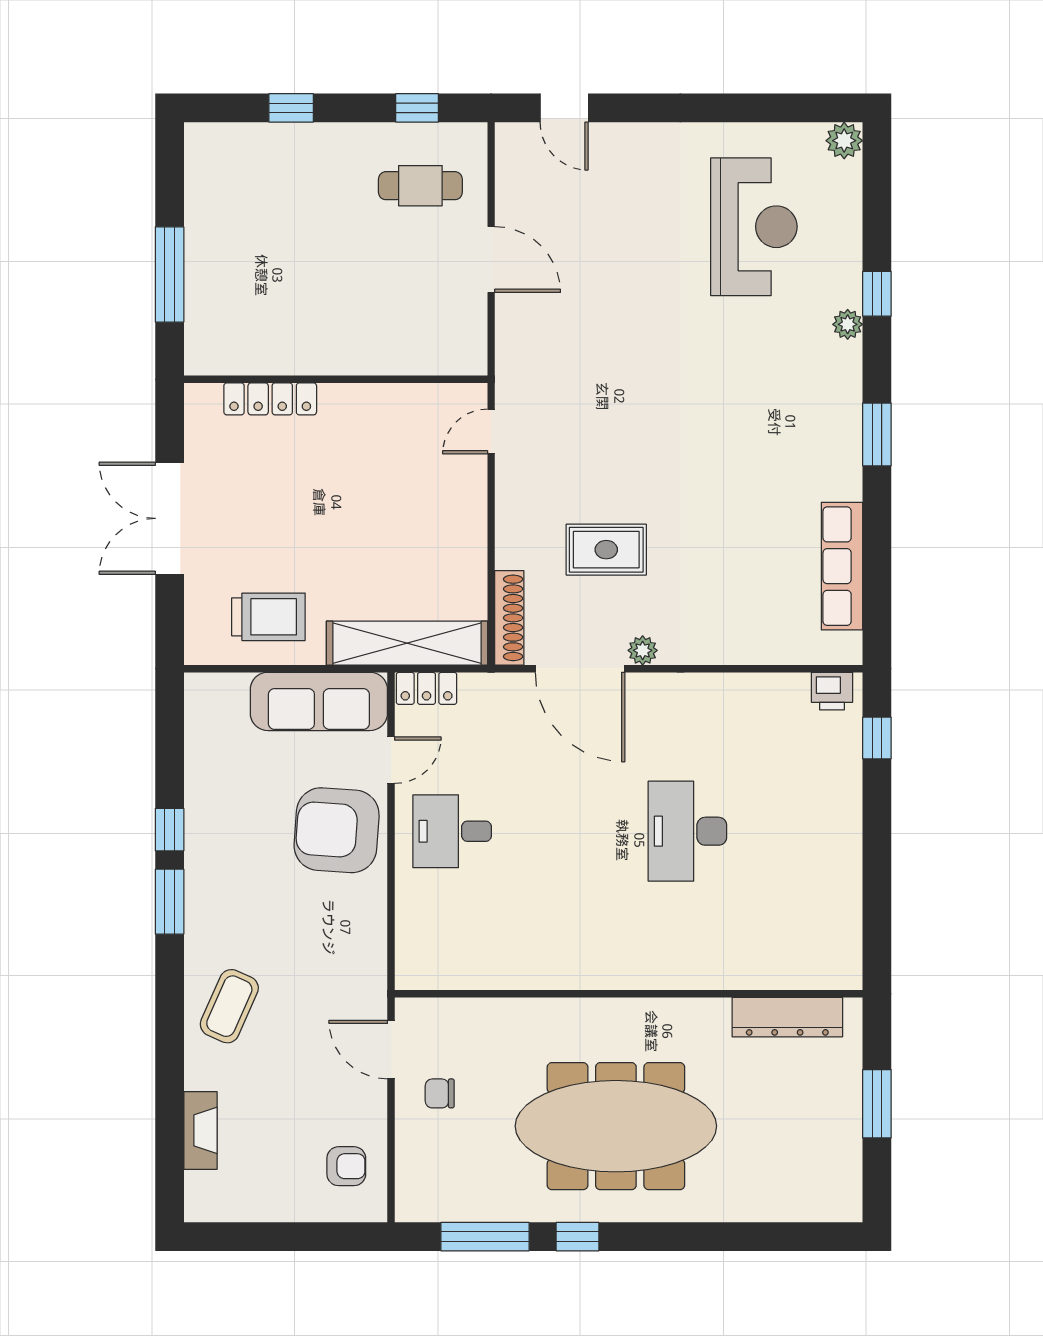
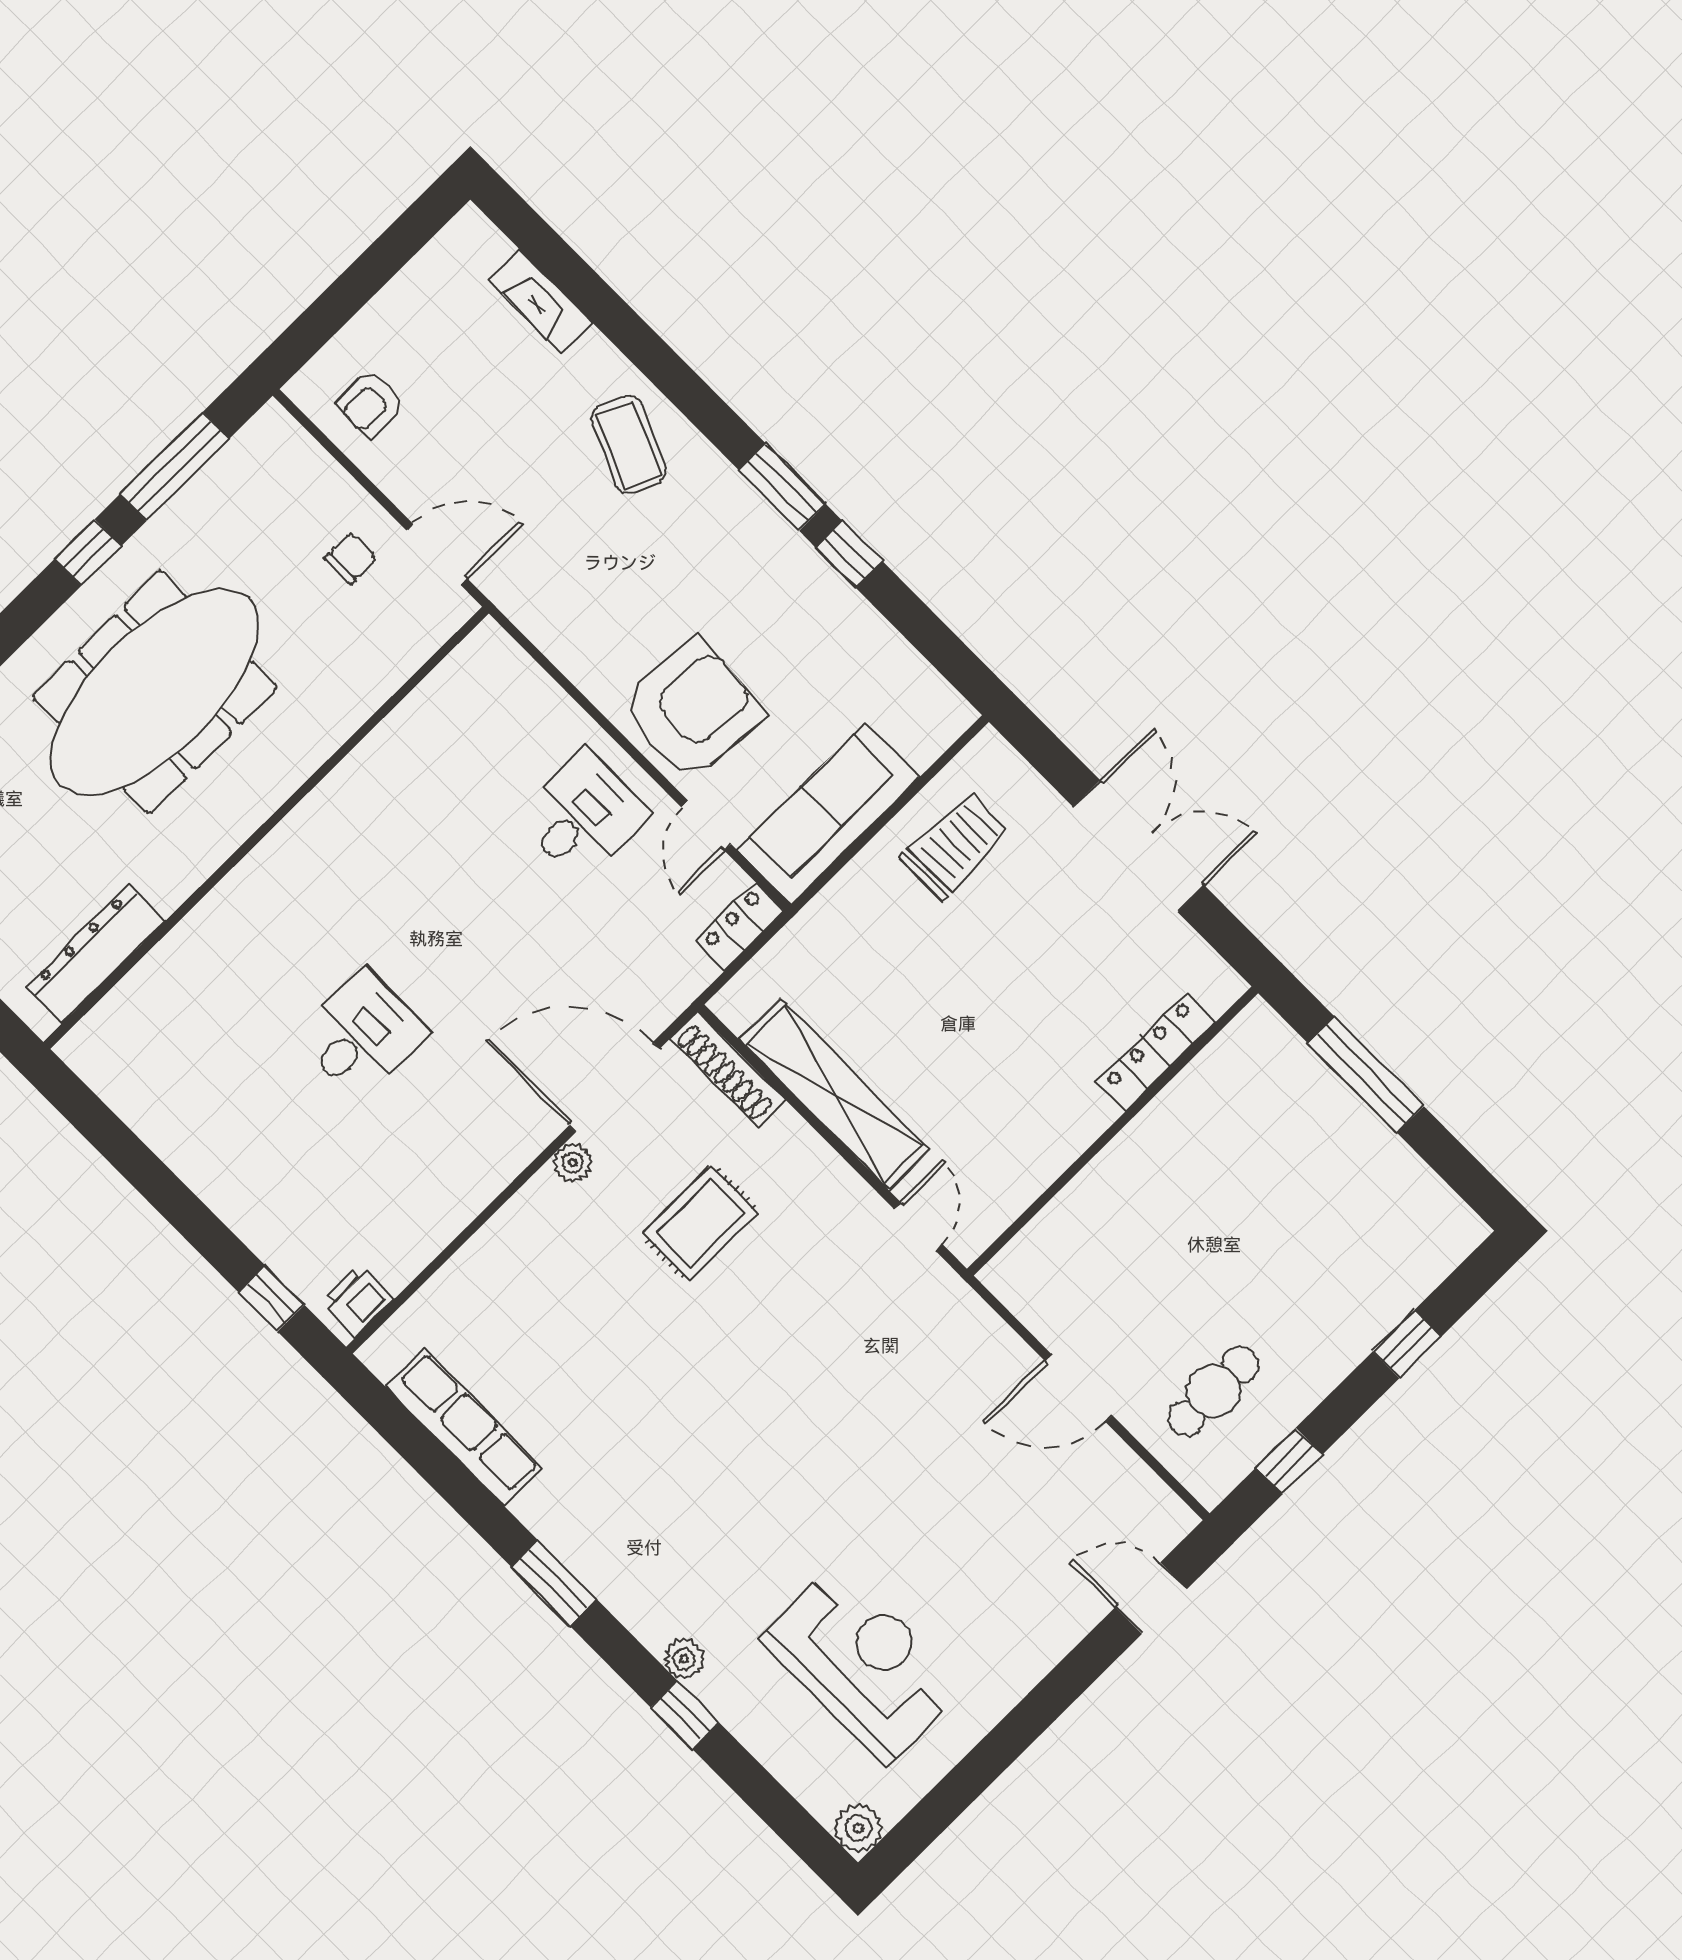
reception desk: (754, 227) -> (863, 1663), turned 180
trolley: (268, 617) -> (955, 846), turned 180
shelving: (407, 643) -> (834, 1094), moved, turned 90
desk: (687, 831) -> (362, 1035), width x0.73

